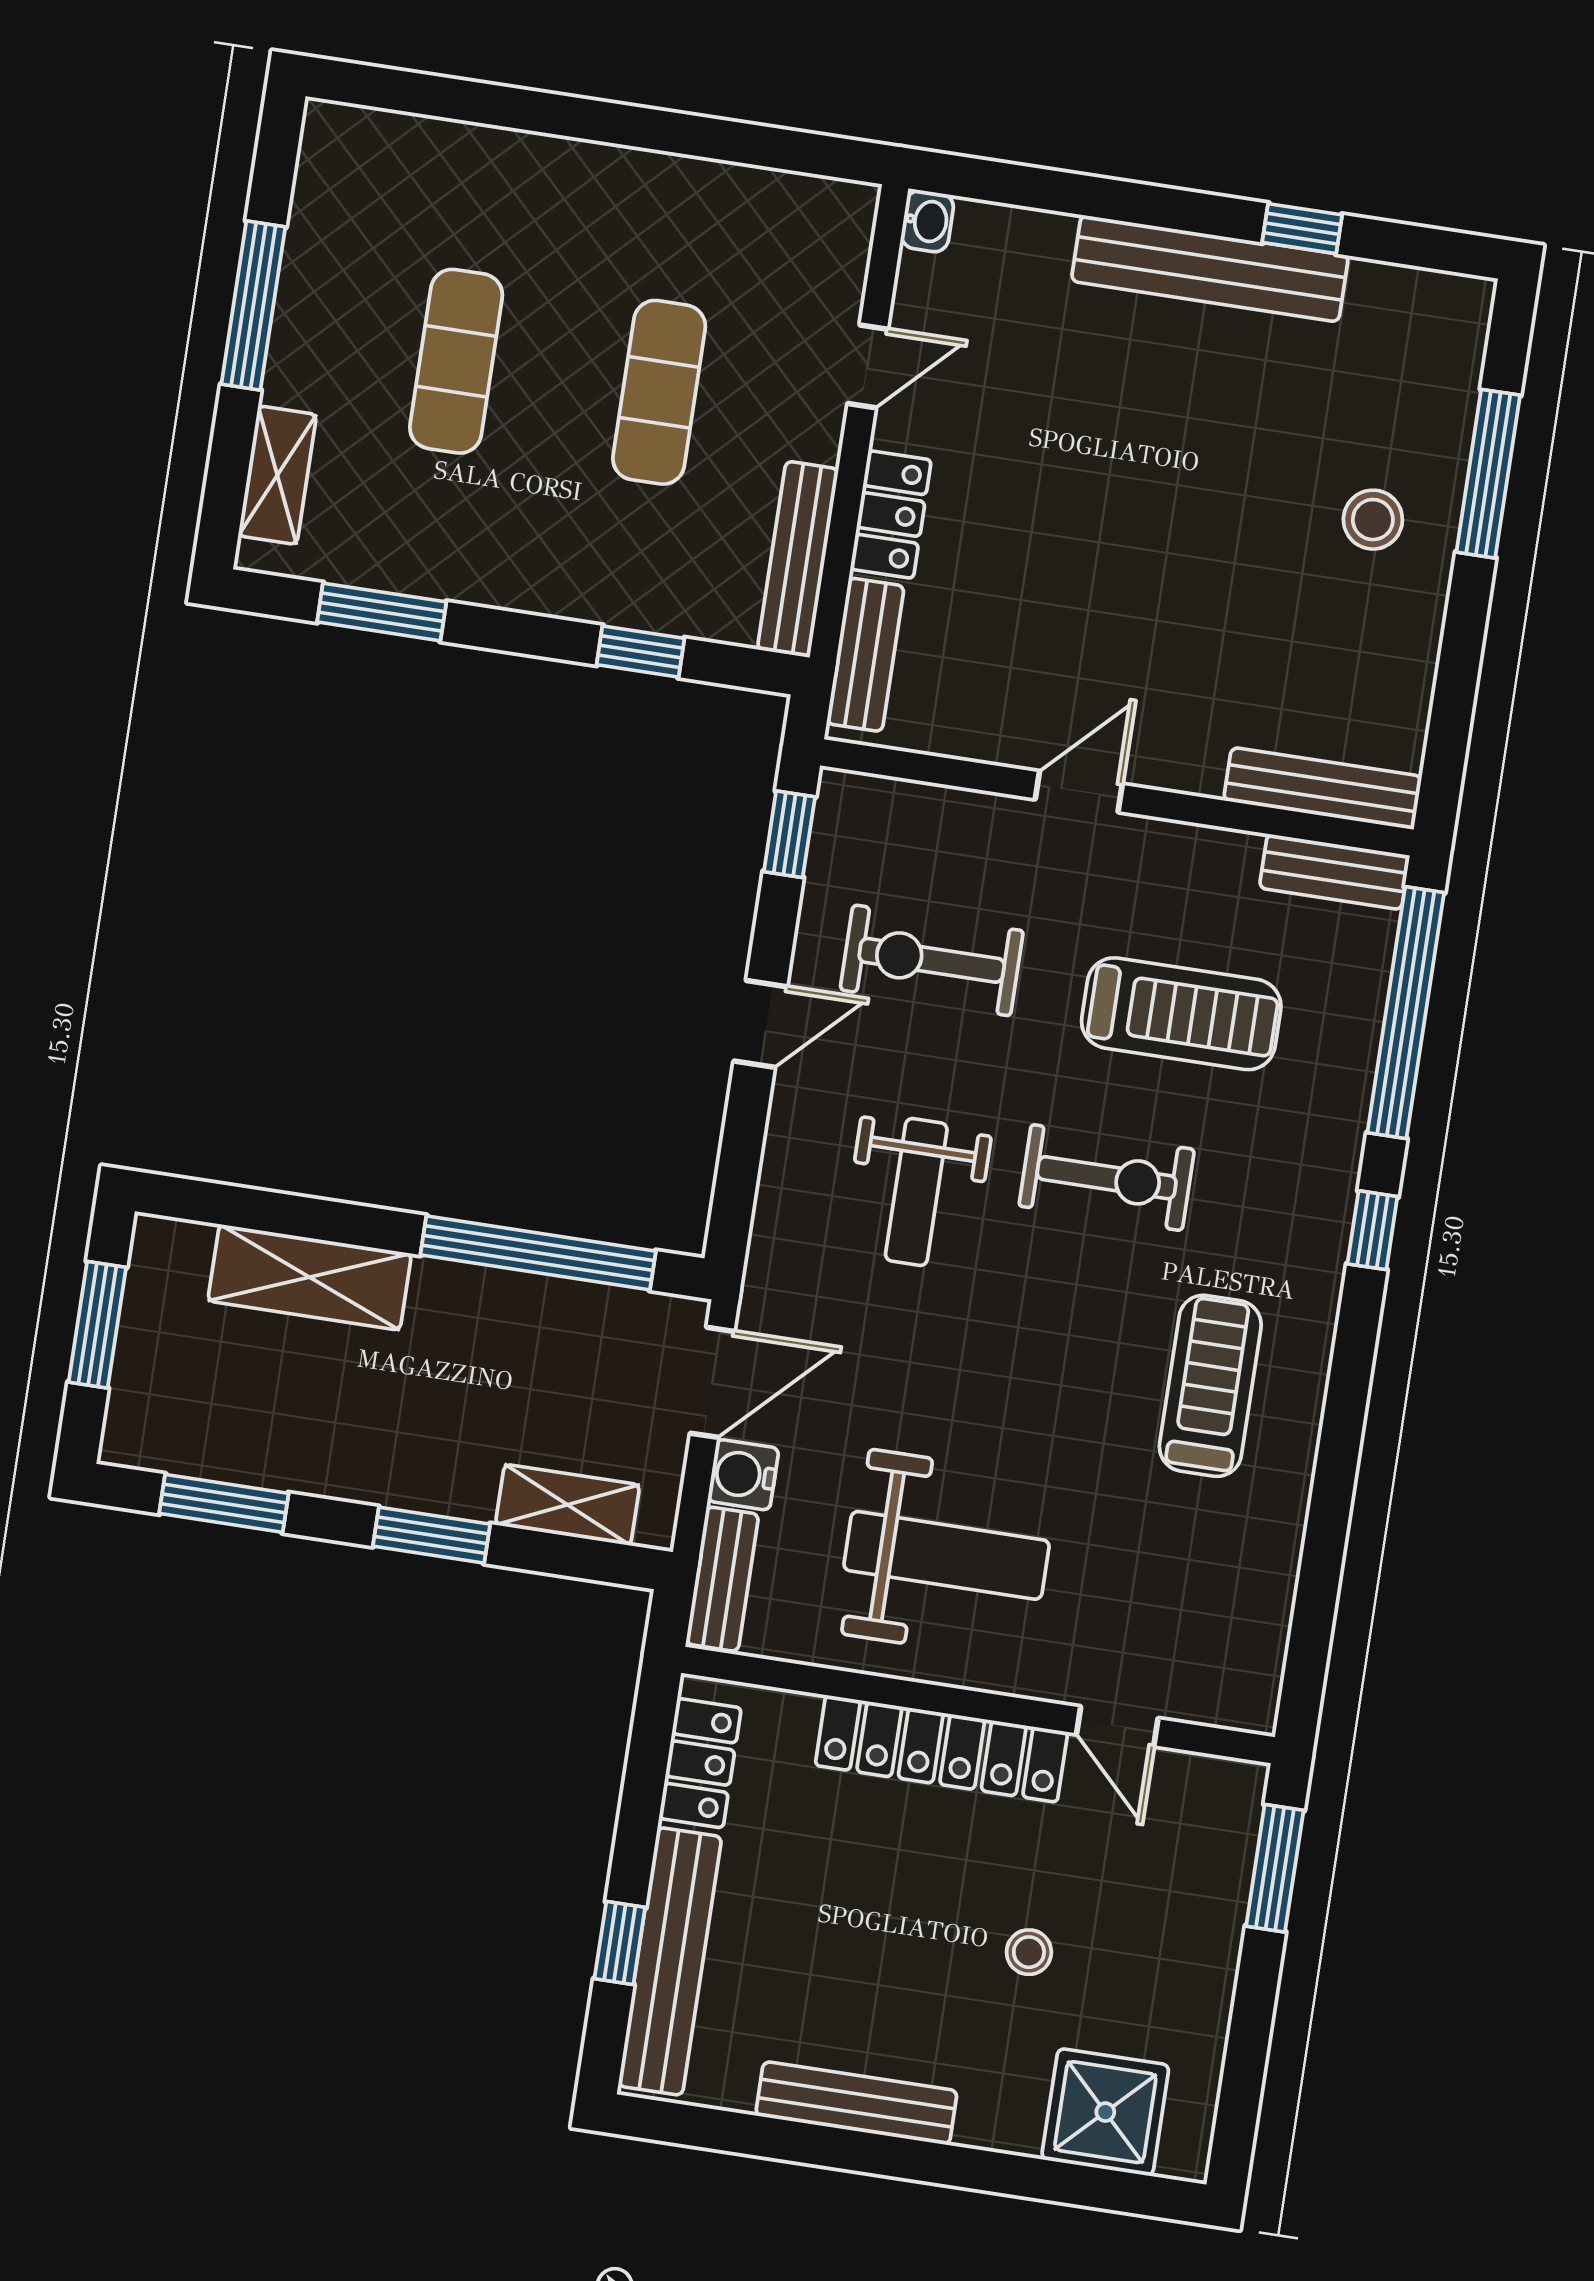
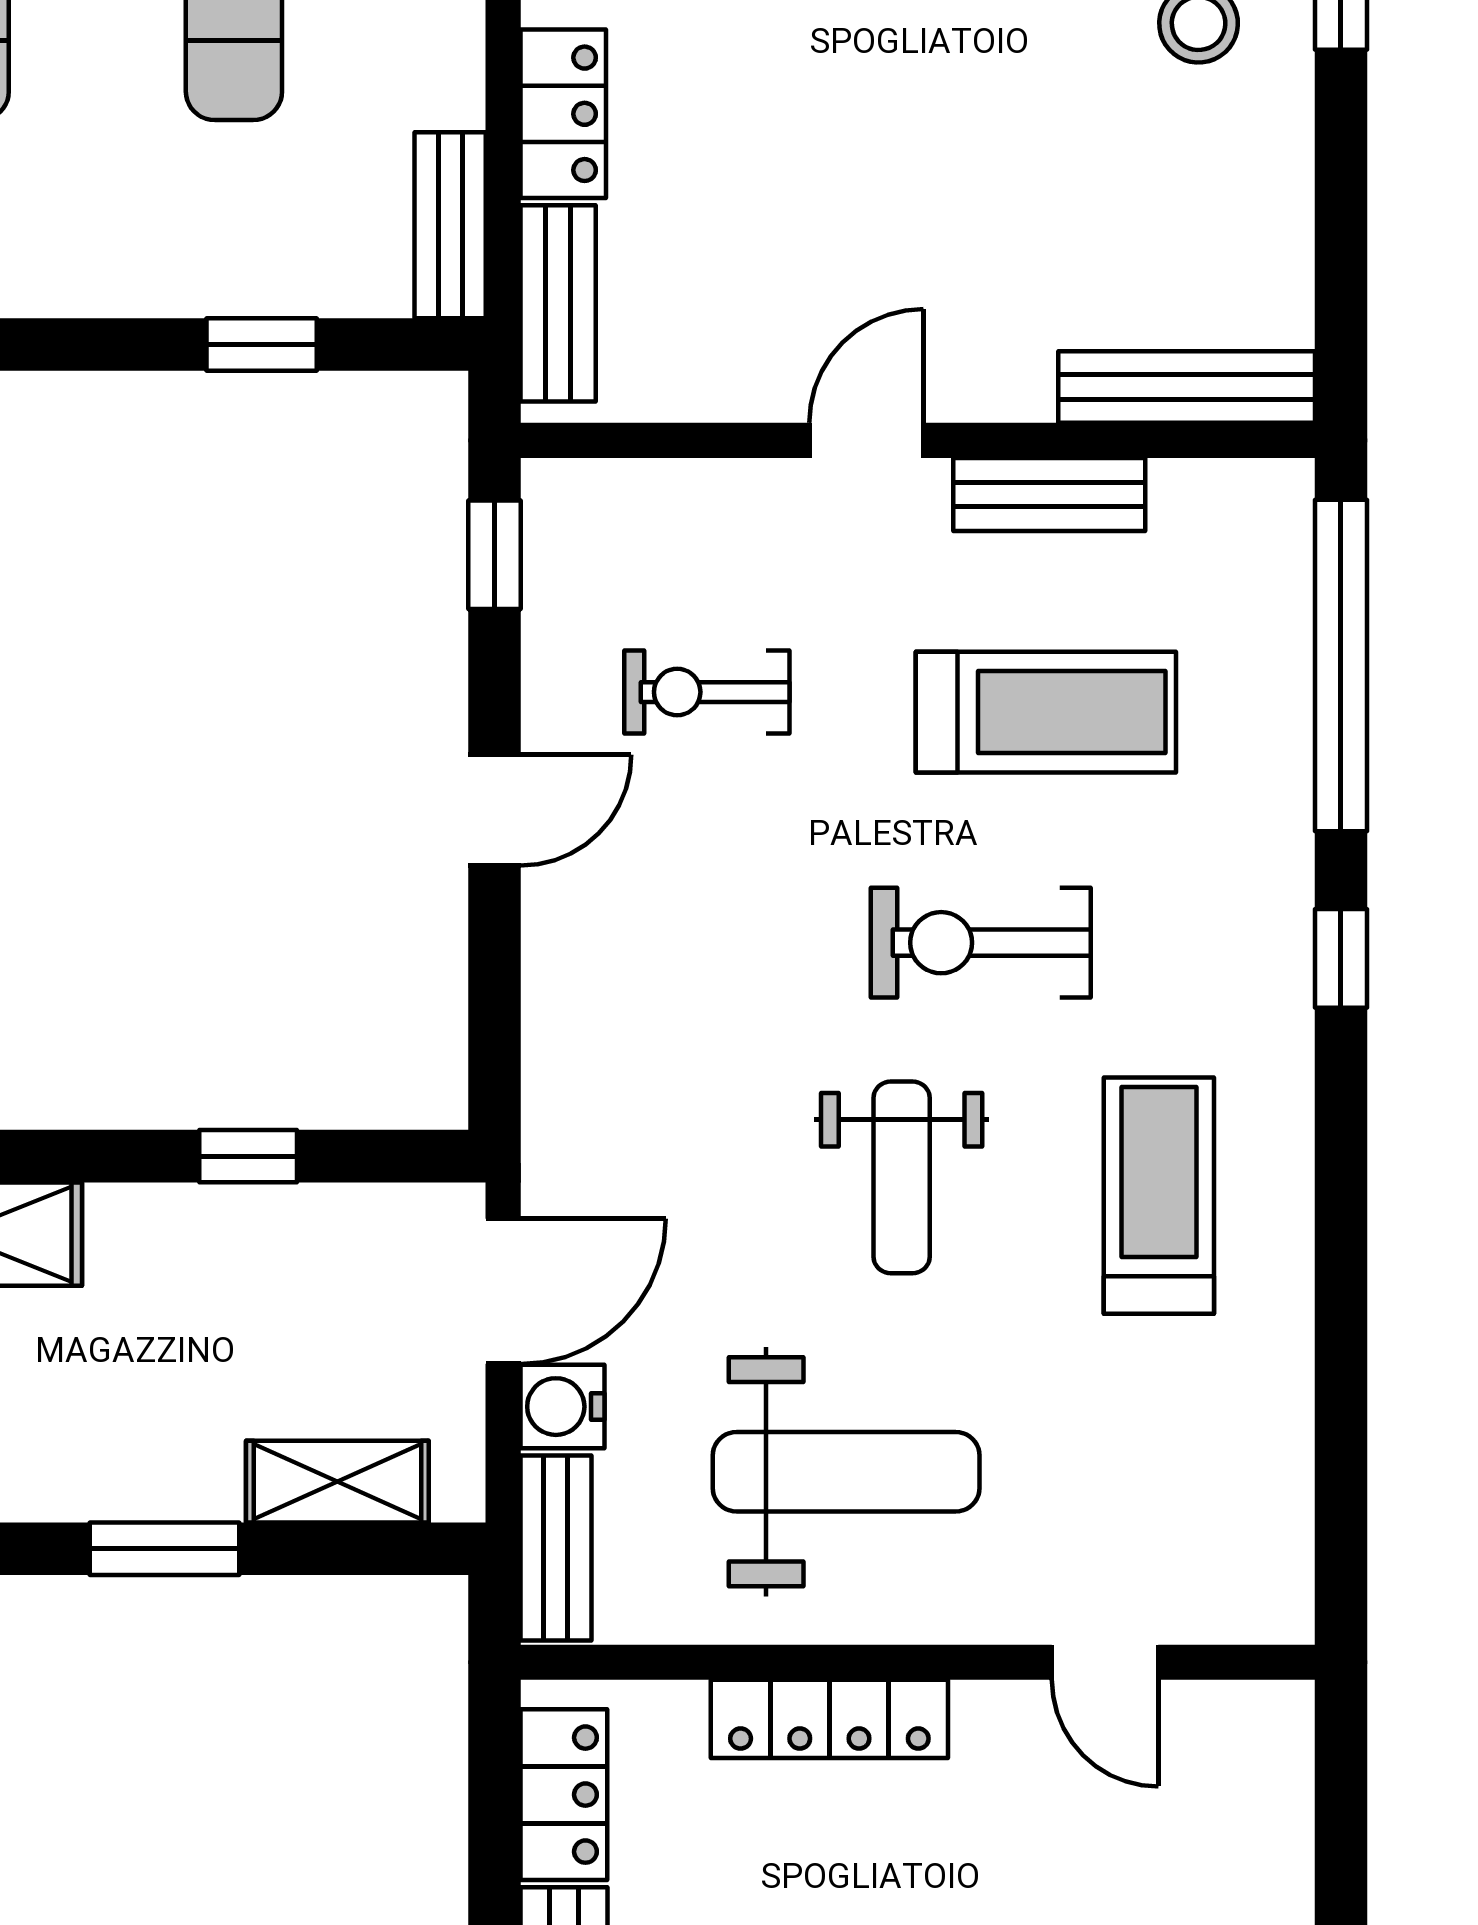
bench: (798, 559) -> (450, 225), width x0.73
bench: (1334, 872) -> (1049, 495), moved
exercise bike: (932, 960) -> (707, 692), width x0.73, depth x0.72
exercise bike: (1107, 1178) -> (981, 943), turned 180
weight bench: (916, 1192) -> (902, 1177), moved
window: (538, 1253) -> (248, 1156), width x0.32
locker: (941, 1749) -> (829, 1719), width x0.71, depth x0.83
window: (1275, 1868) -> (1341, 1817), removed

